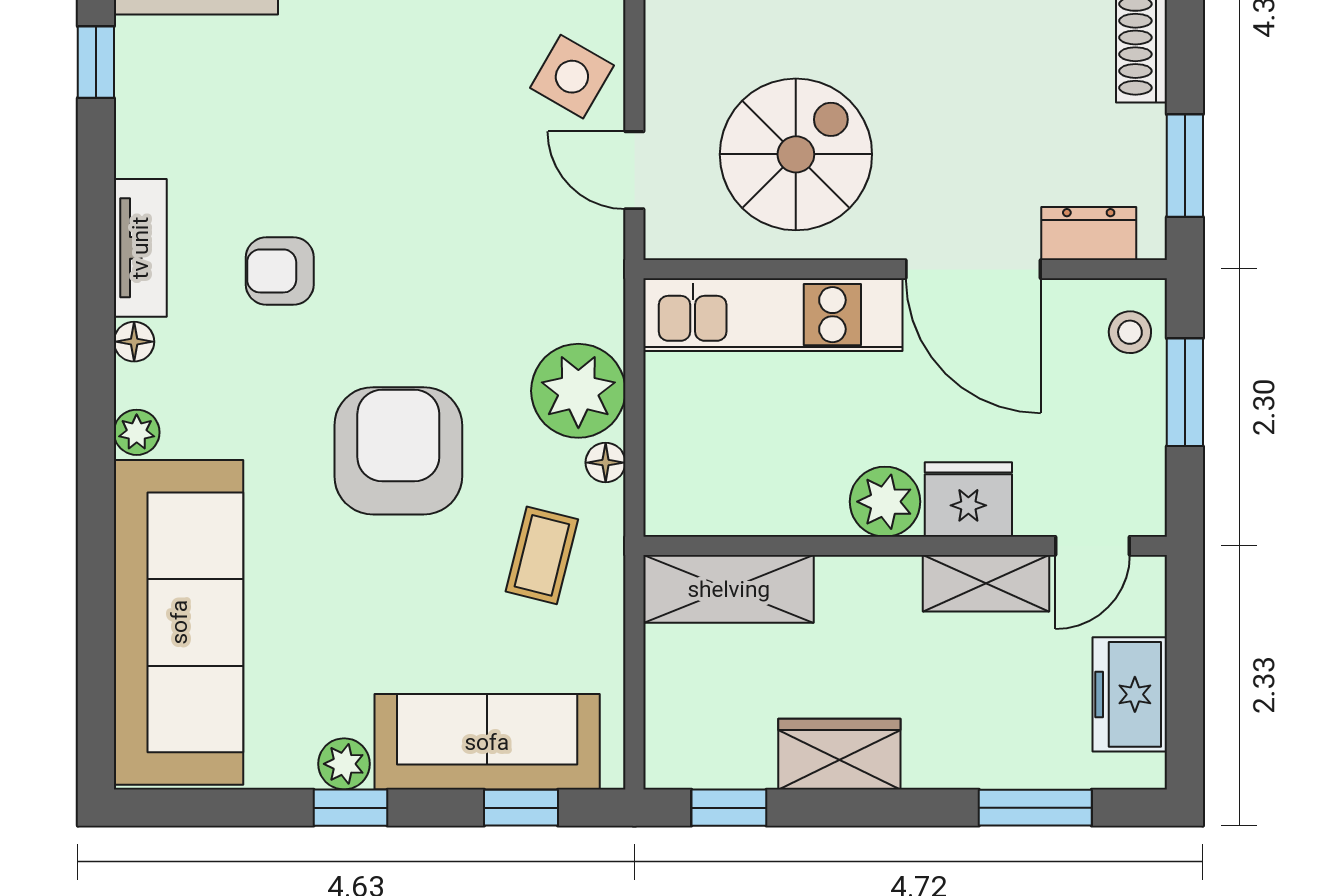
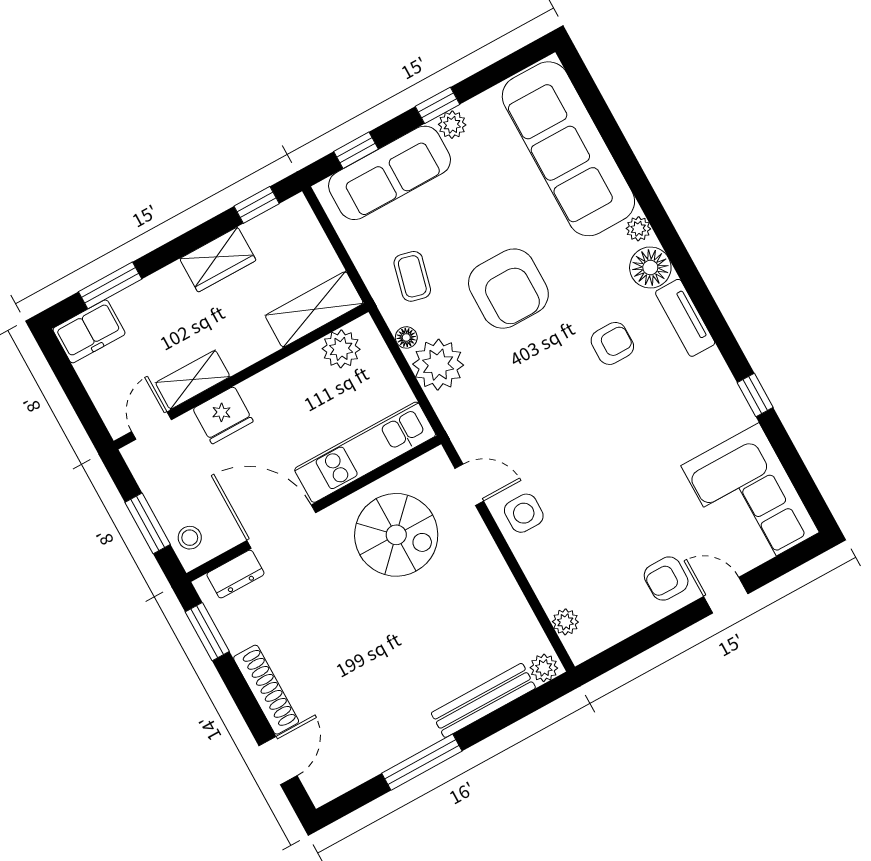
side table: (572, 77) -> (524, 513), turned -30
spiral stairs: (796, 154) -> (396, 535), turned -90
floor lamp: (134, 342) -> (650, 268), width x1.89, depth x1.89
plant: (885, 502) -> (341, 349), moved
freezer: (1130, 694) -> (89, 331), moved, turned 90

